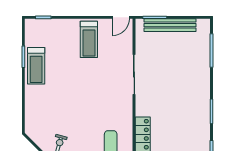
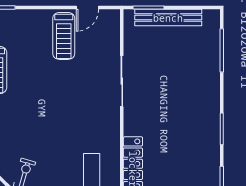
door: (121, 17) -> (87, 8), moved

